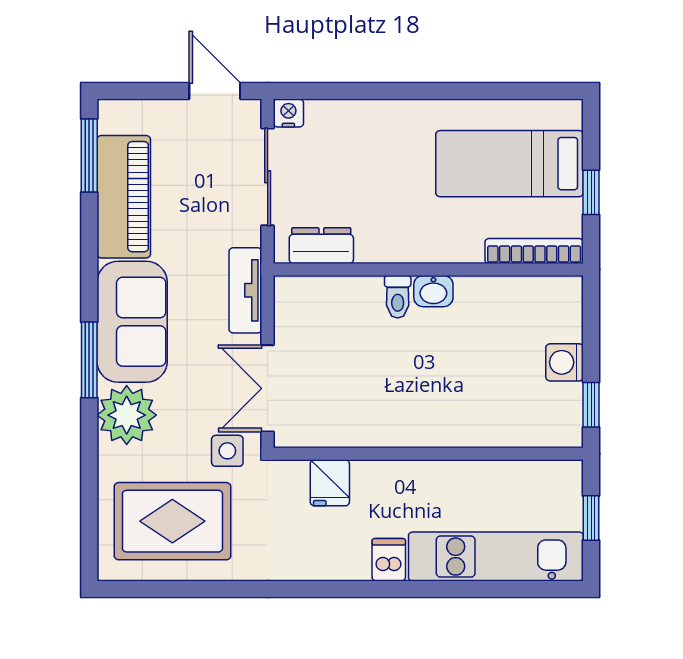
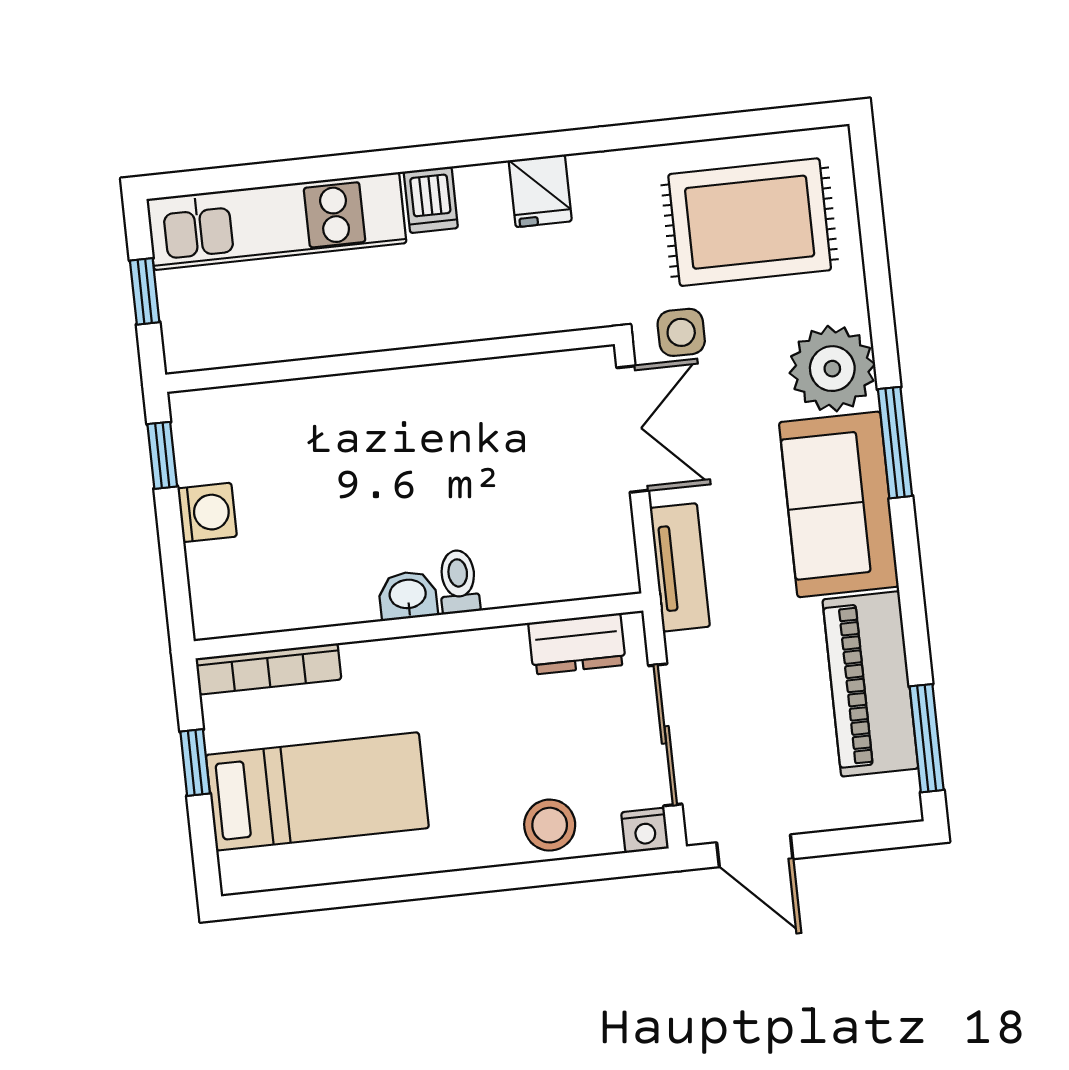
stool: (353, 124) -> (550, 825), added
fridge: (330, 483) -> (540, 191), moved, turned 180

